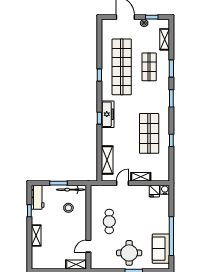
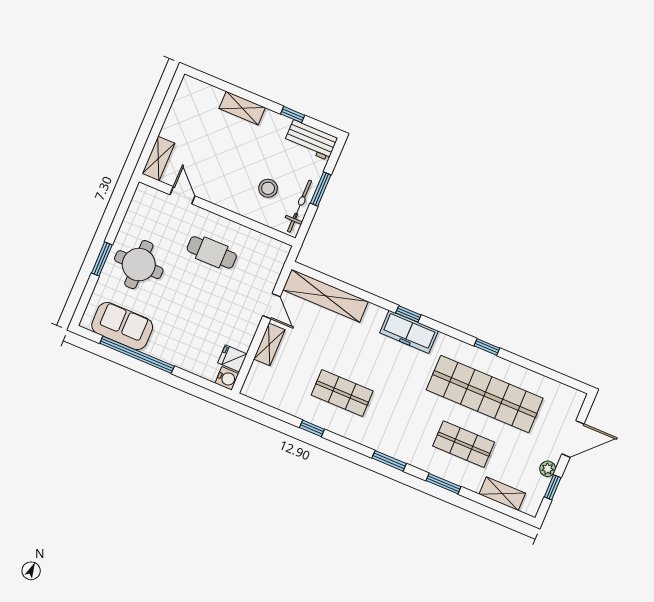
shop shelf: (149, 133) -> (342, 393), width x0.70, depth x0.74
shelving: (107, 160) -> (326, 296), width x1.47

